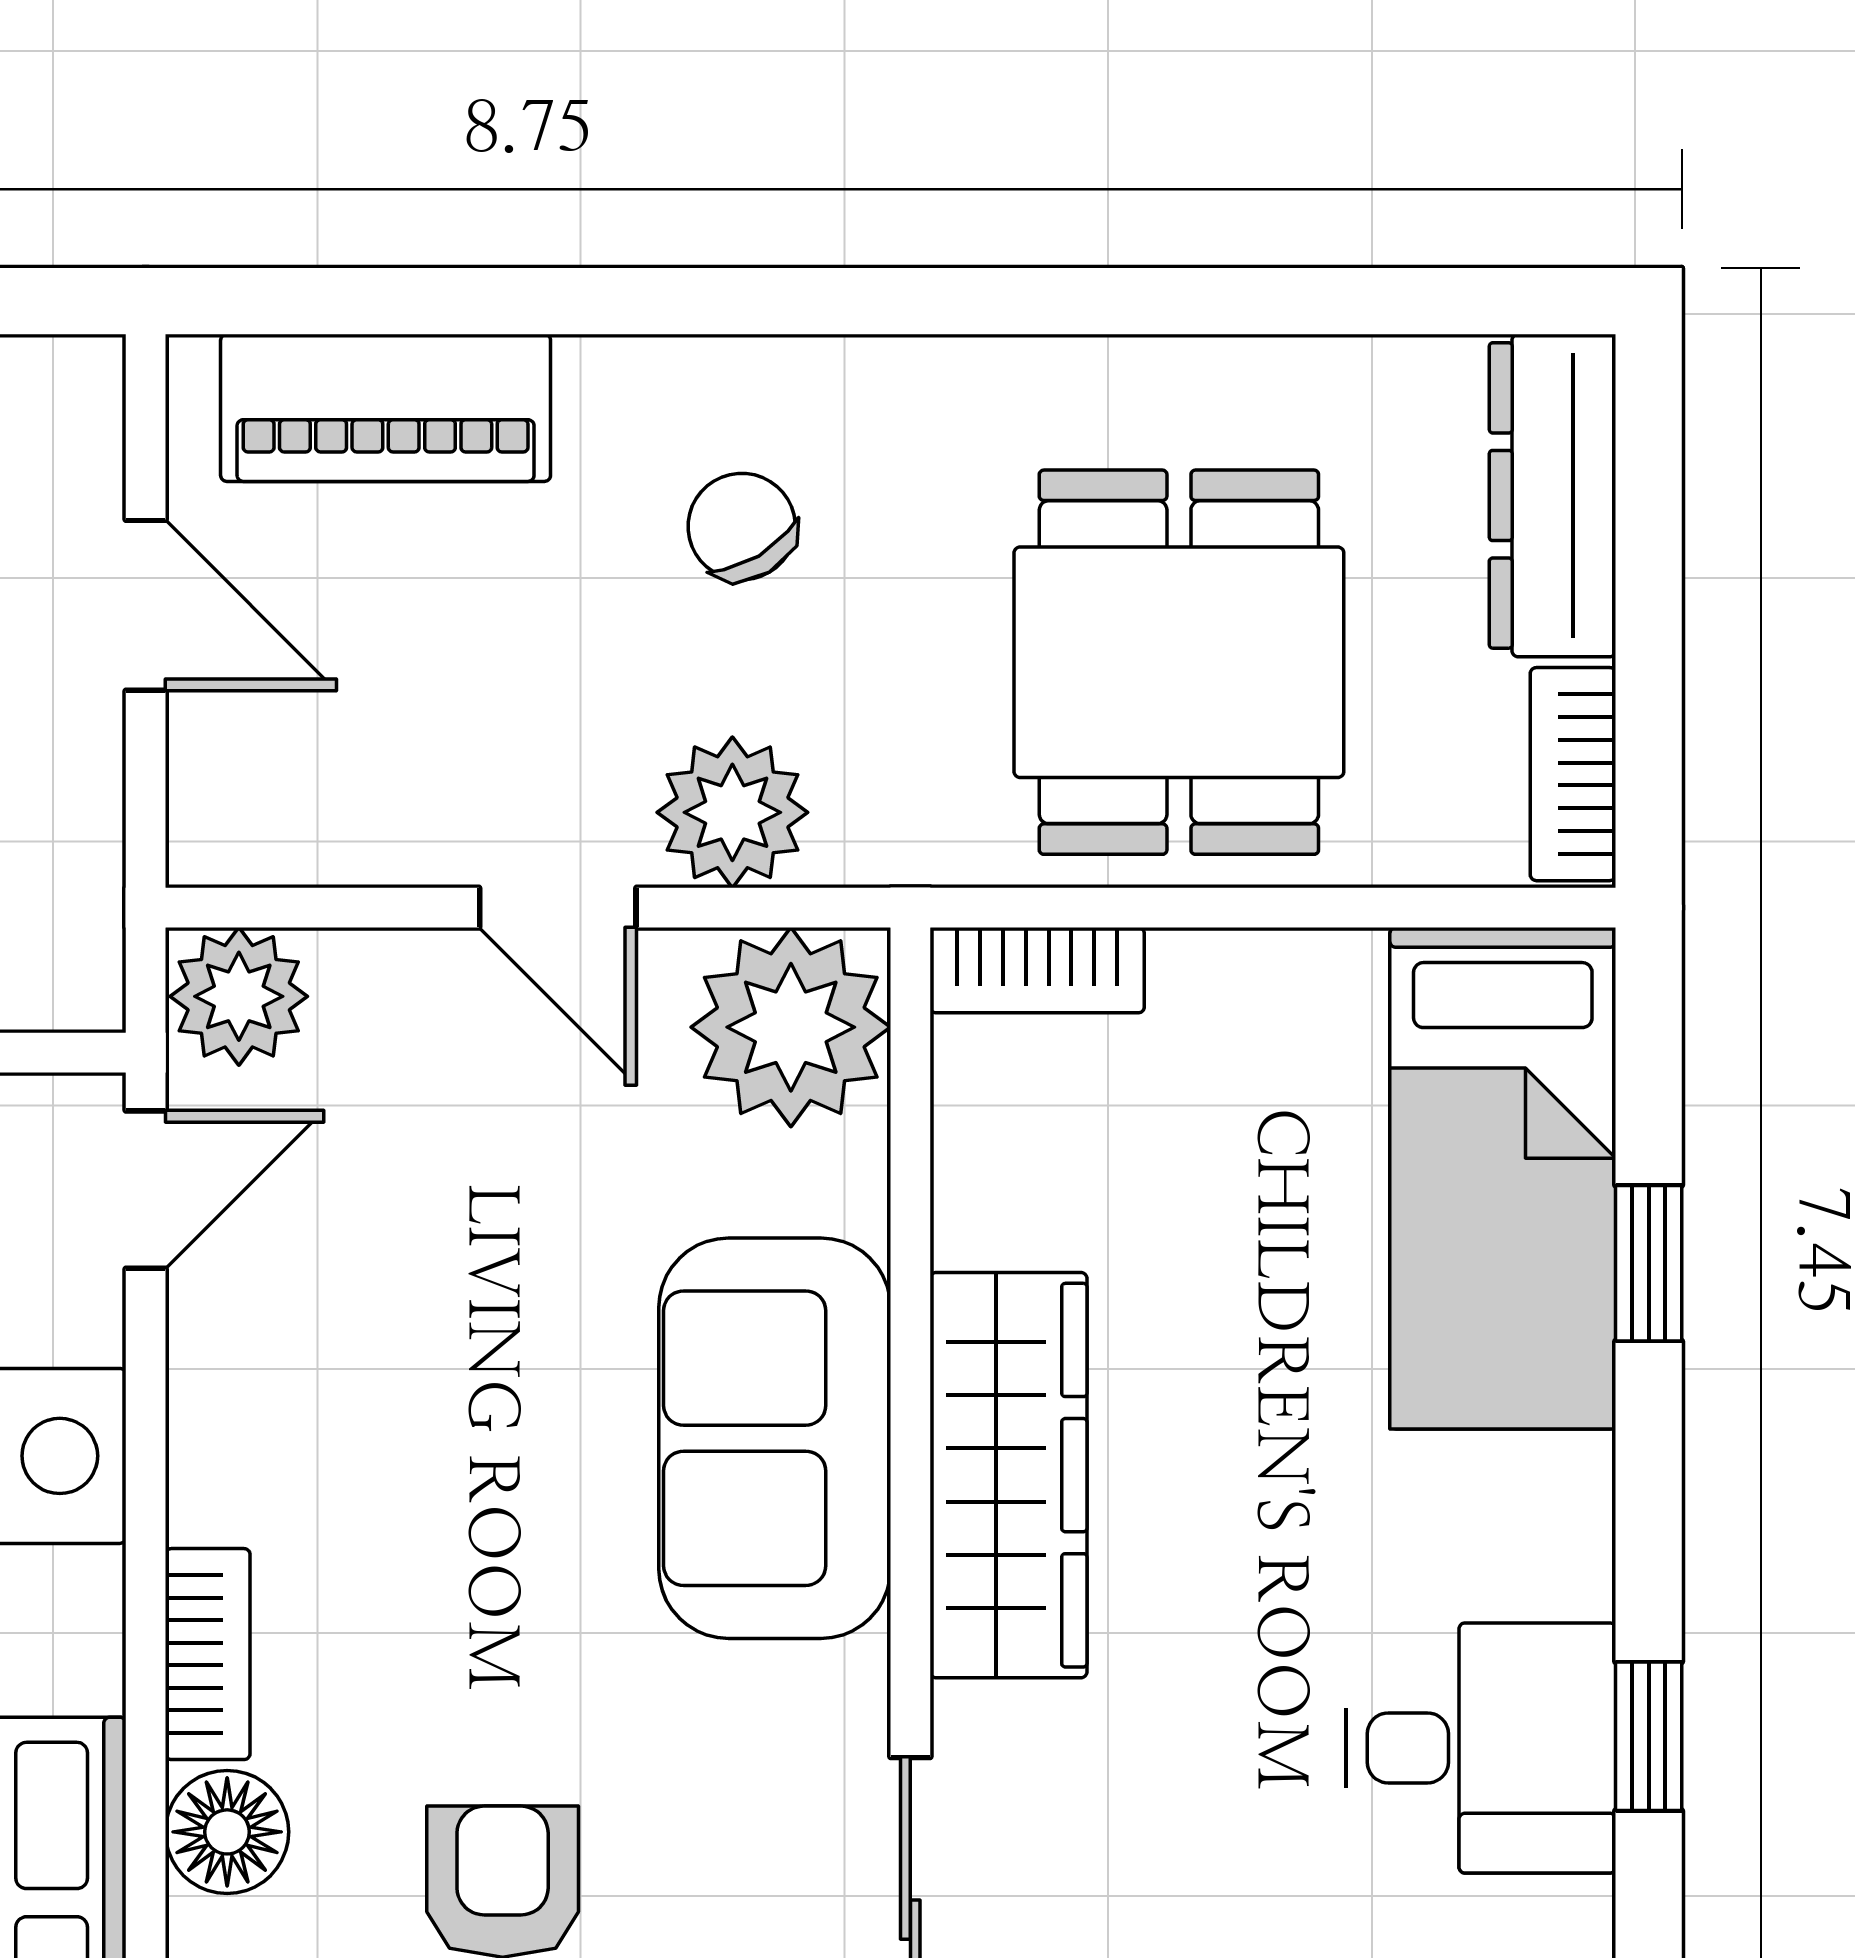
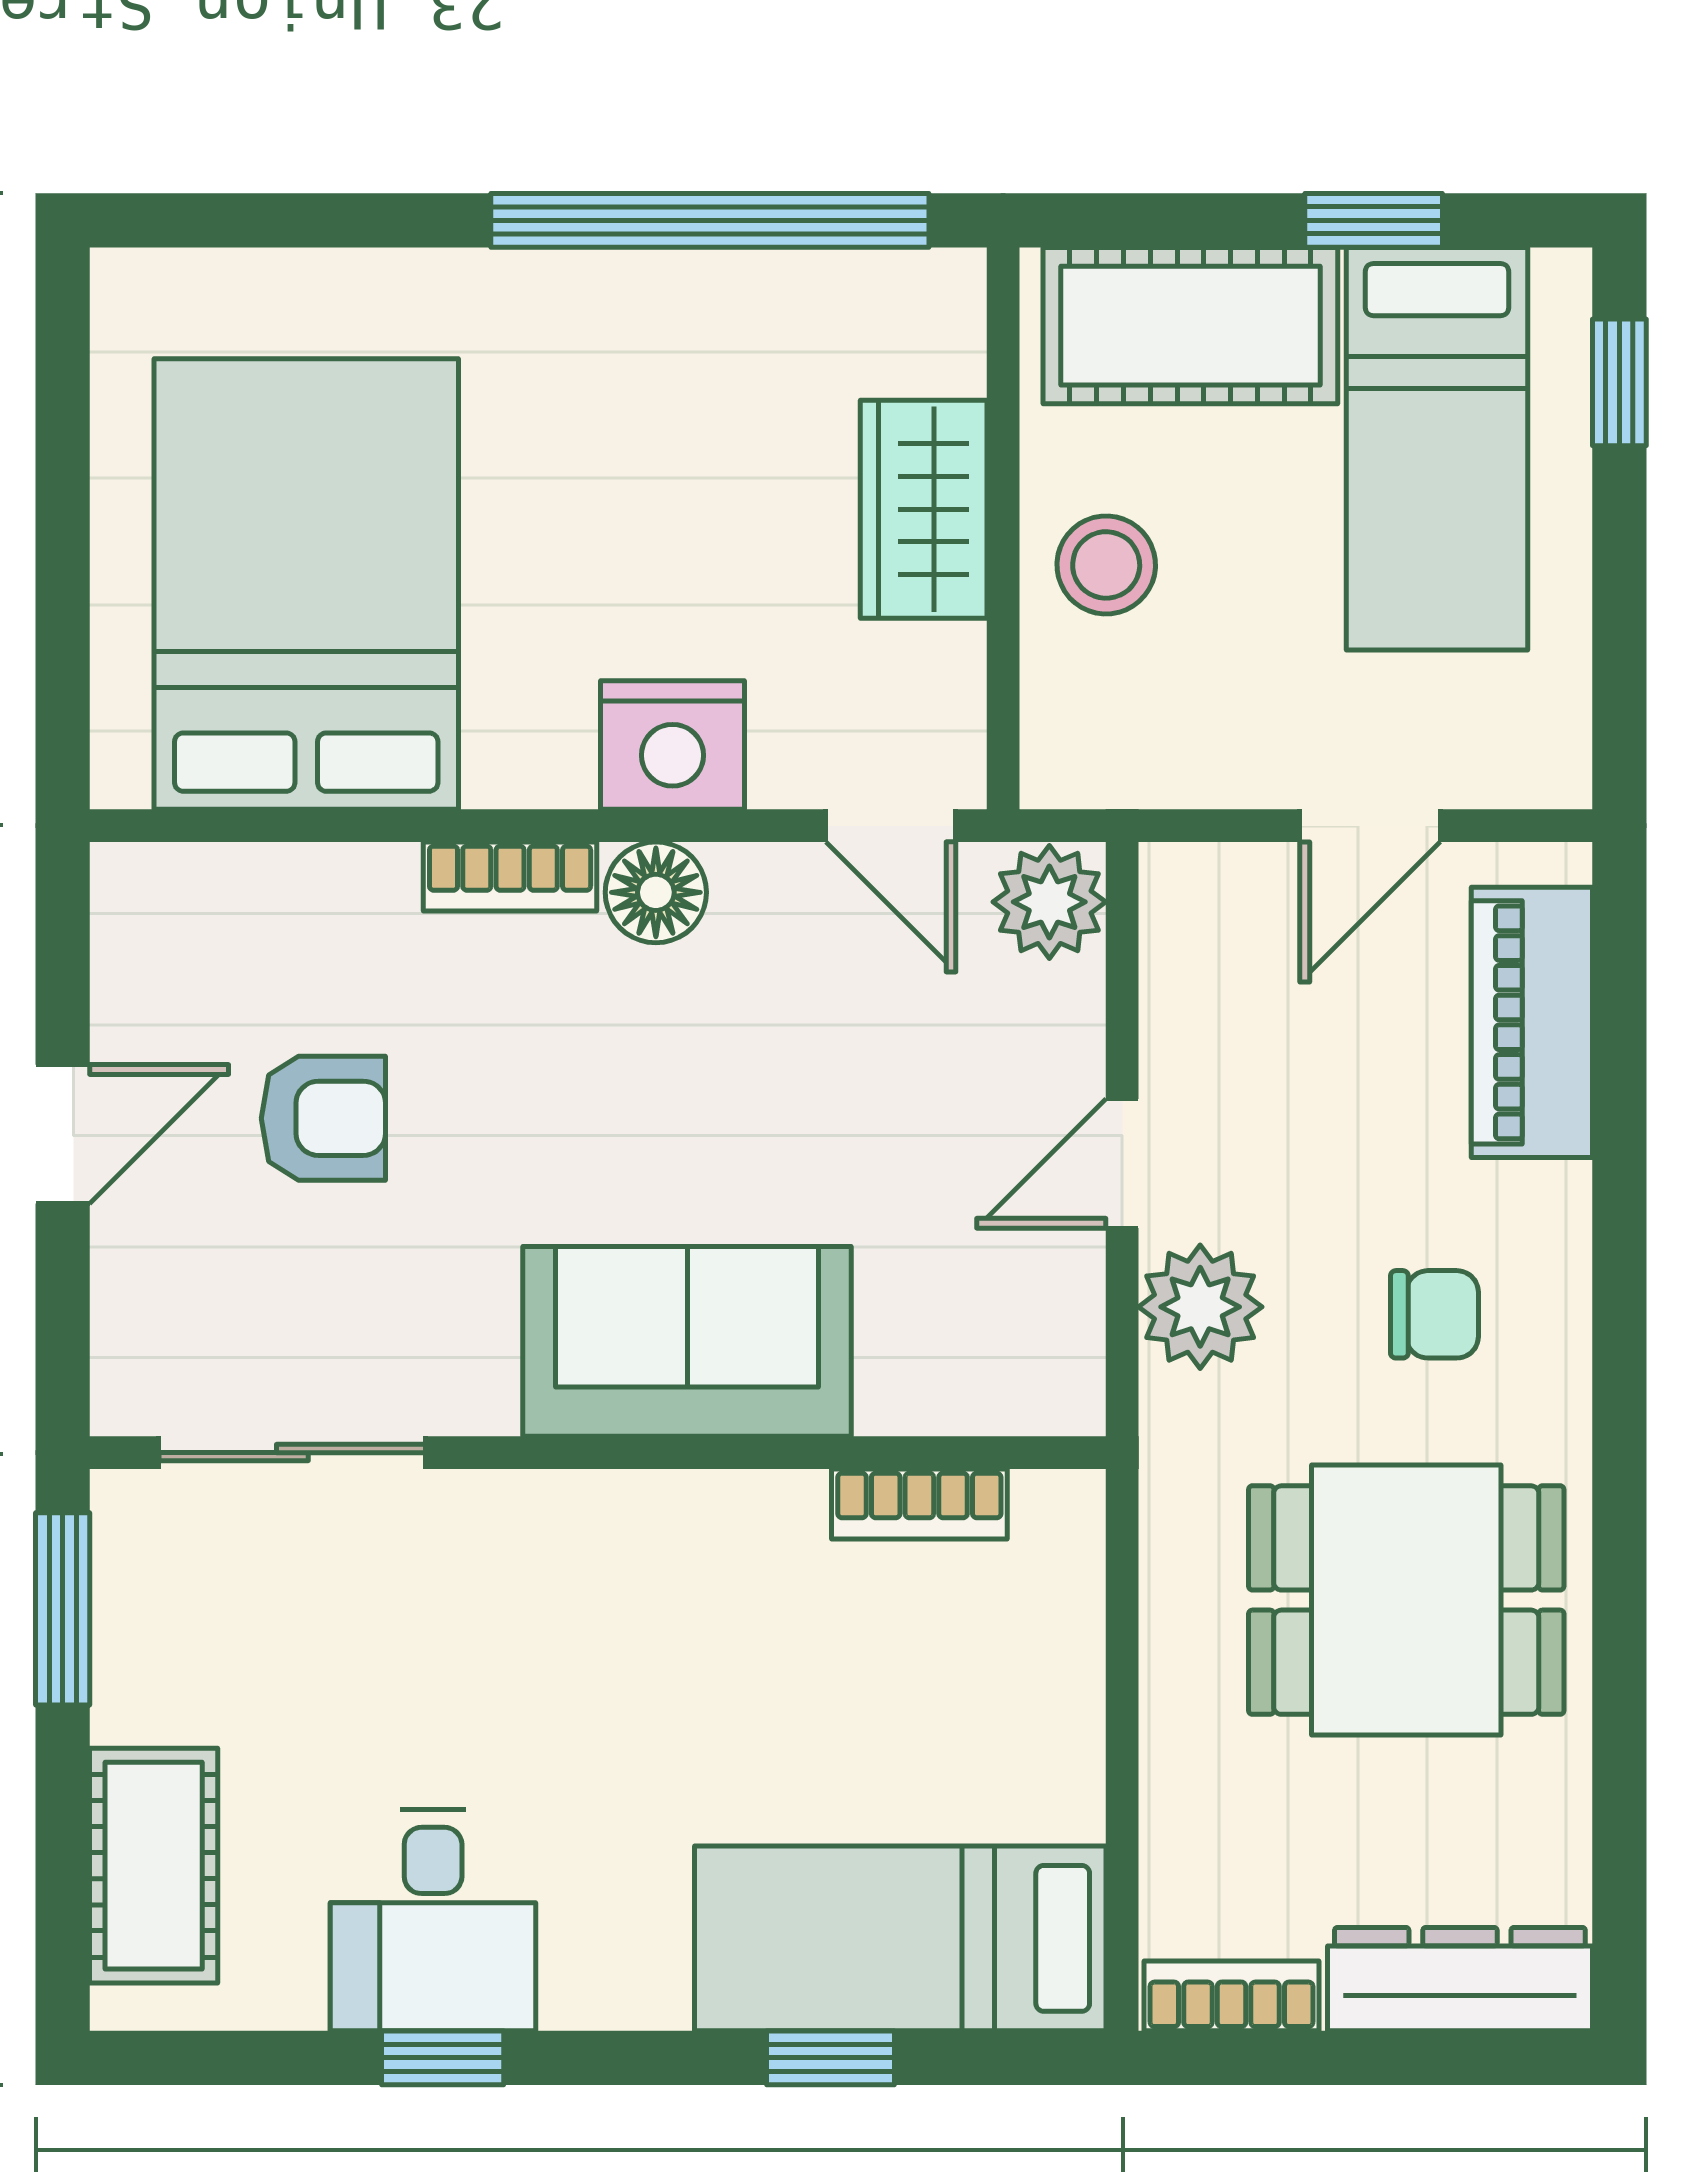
chair: (742, 527) -> (1434, 1314), turned 31
dining table: (1179, 662) -> (1406, 1600), moved
bookcase: (1037, 970) -> (919, 1504), moved, turned -90
plant: (791, 1027) -> (1024, 1355), removed
wardrobe: (1009, 1475) -> (657, 1533), removed
floor lamp: (227, 1832) -> (656, 892), moved

